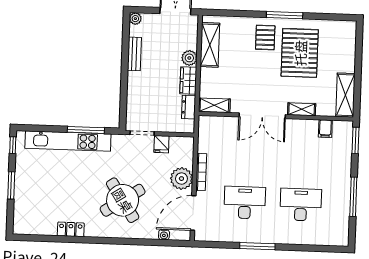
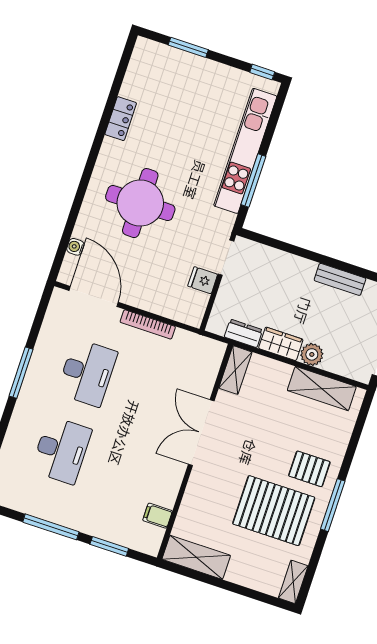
shelving: (302, 109) -> (293, 582), moved
window: (355, 140) -> (109, 546), moved
plant: (181, 179) -> (147, 294), removed
window: (11, 185) -> (188, 47), moved
round table: (123, 200) -> (140, 203), turned 33

